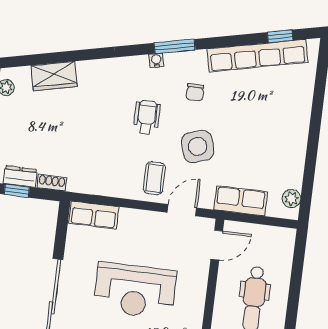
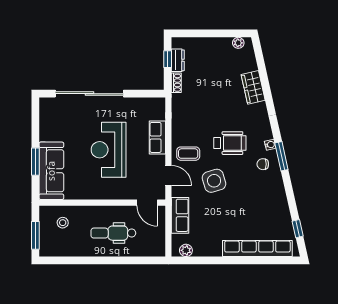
row of seats: (257, 56) -> (257, 248), moved, turned 103
wardrobe: (54, 76) -> (253, 87), moved
chair: (195, 92) -> (263, 164), moved
wheelchair: (147, 117) -> (230, 143), width x1.36, depth x1.37
row of seats: (94, 215) -> (157, 137), moved

